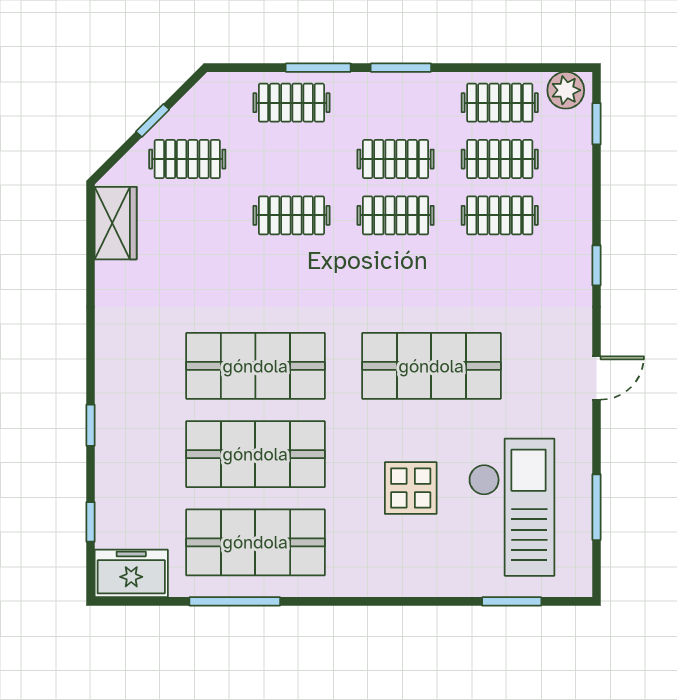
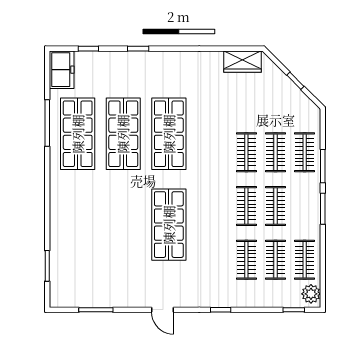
clothes rail: (187, 159) -> (275, 152), moved
display table: (411, 488) -> (106, 214), removed
checkout: (511, 507) -> (96, 266), removed

